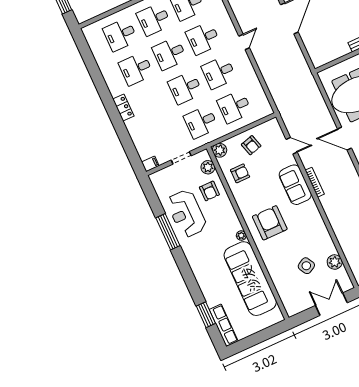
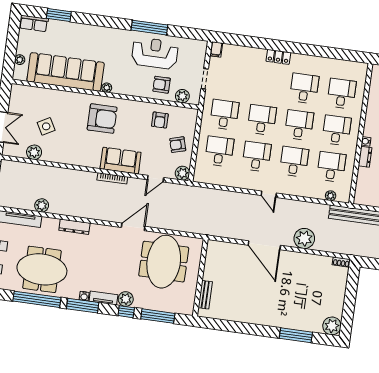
plant: (220, 150) -> (182, 173), moved
plant: (264, 324) -> (20, 60), added
row of seats: (224, 325) -> (34, 23), width x0.68

